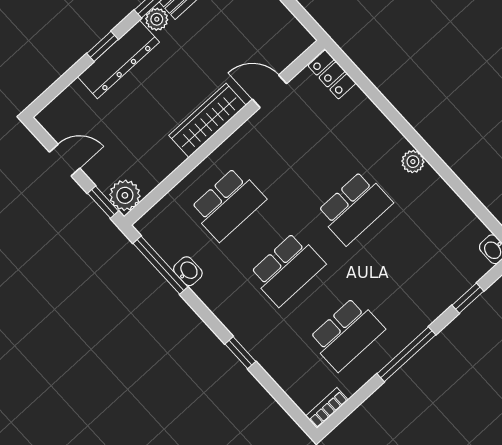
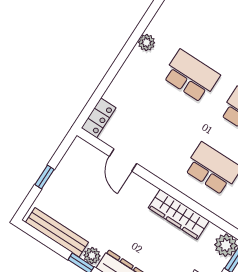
wardrobe: (208, 120) -> (179, 214), moved

